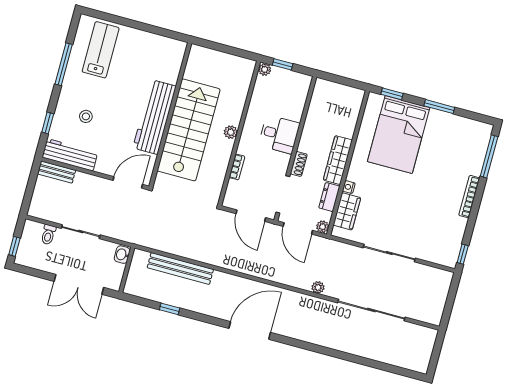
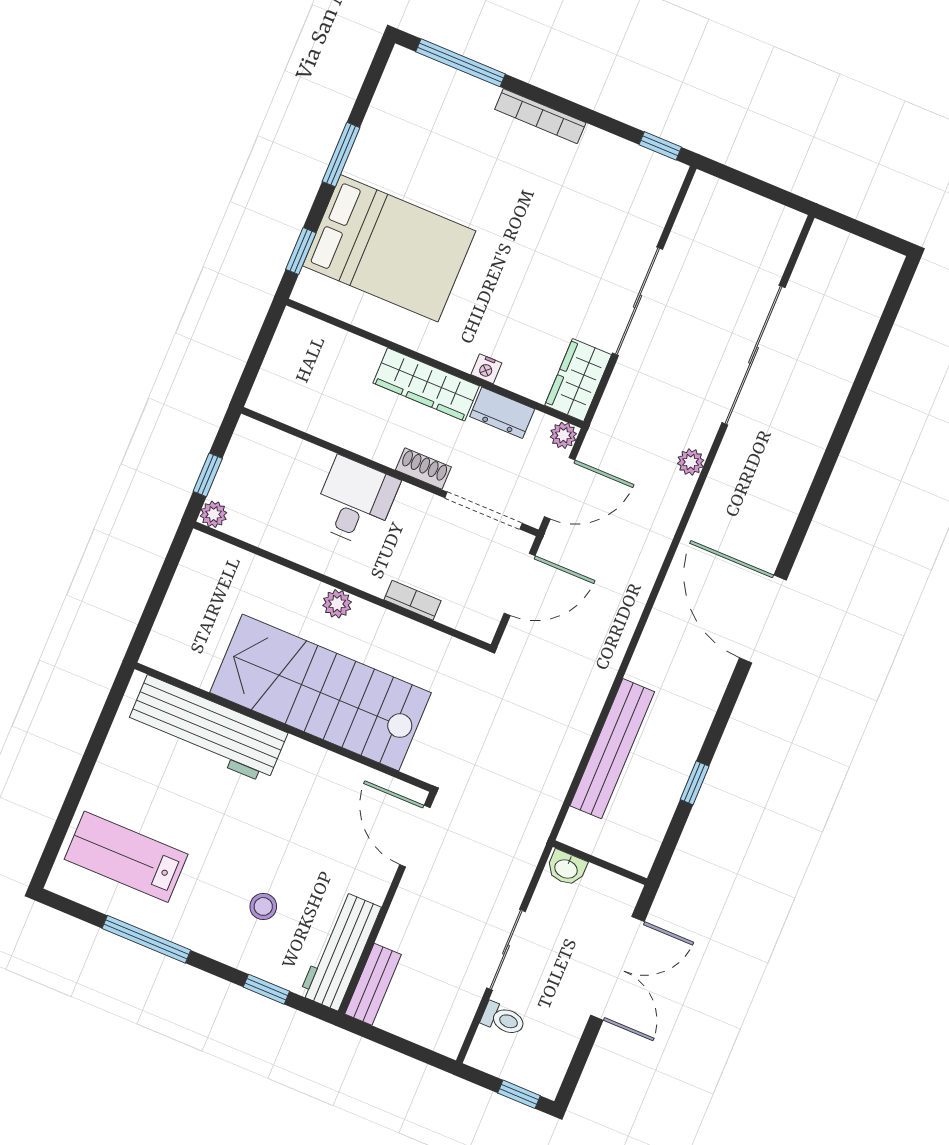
workbench: (154, 117) -> (207, 729), moved
wardrobe: (347, 211) -> (578, 380), moved, turned -90

